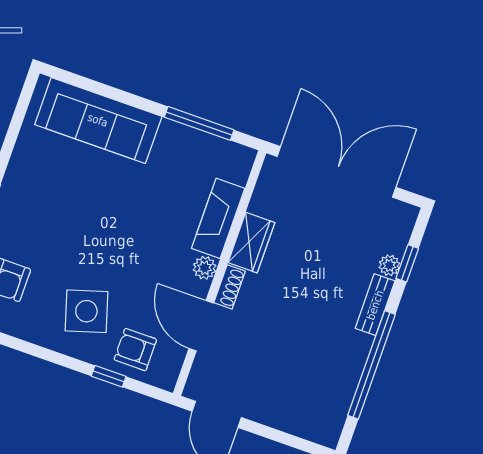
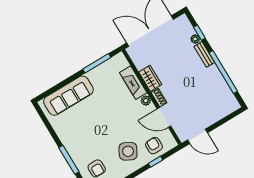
side table: (86, 311) -> (128, 151), turned 45
armchair: (135, 350) -> (154, 146), turned 90

